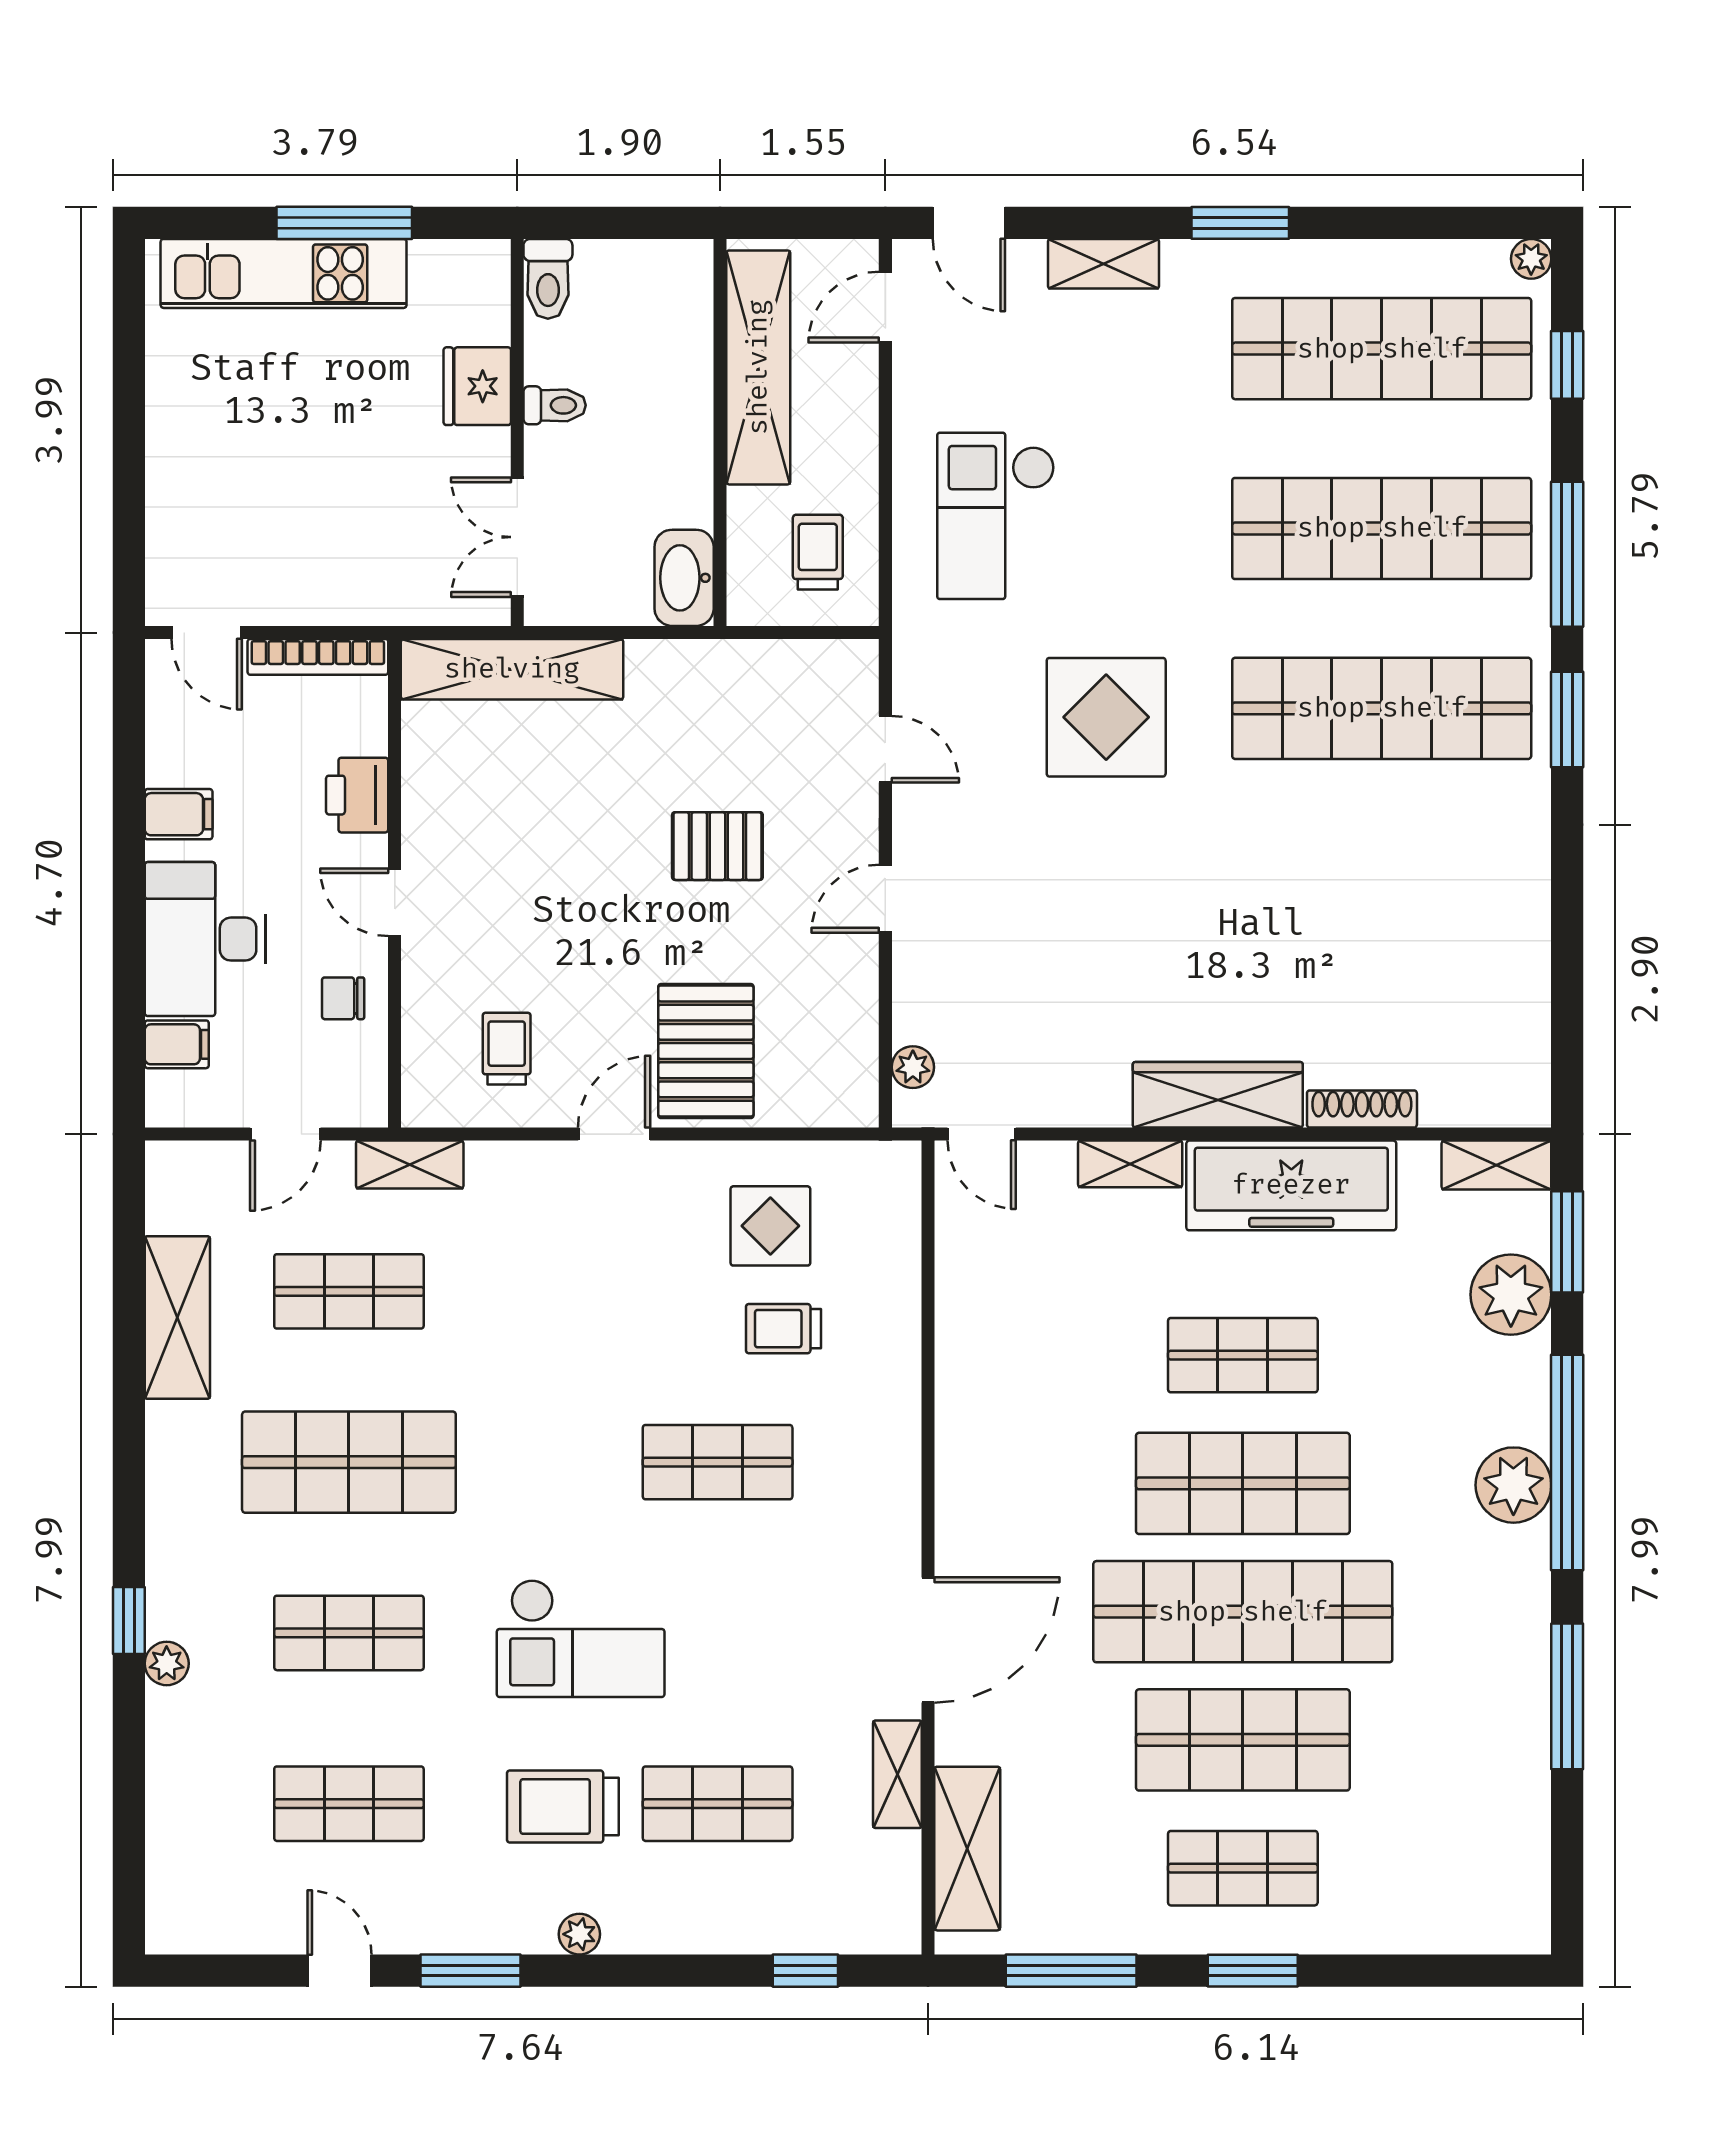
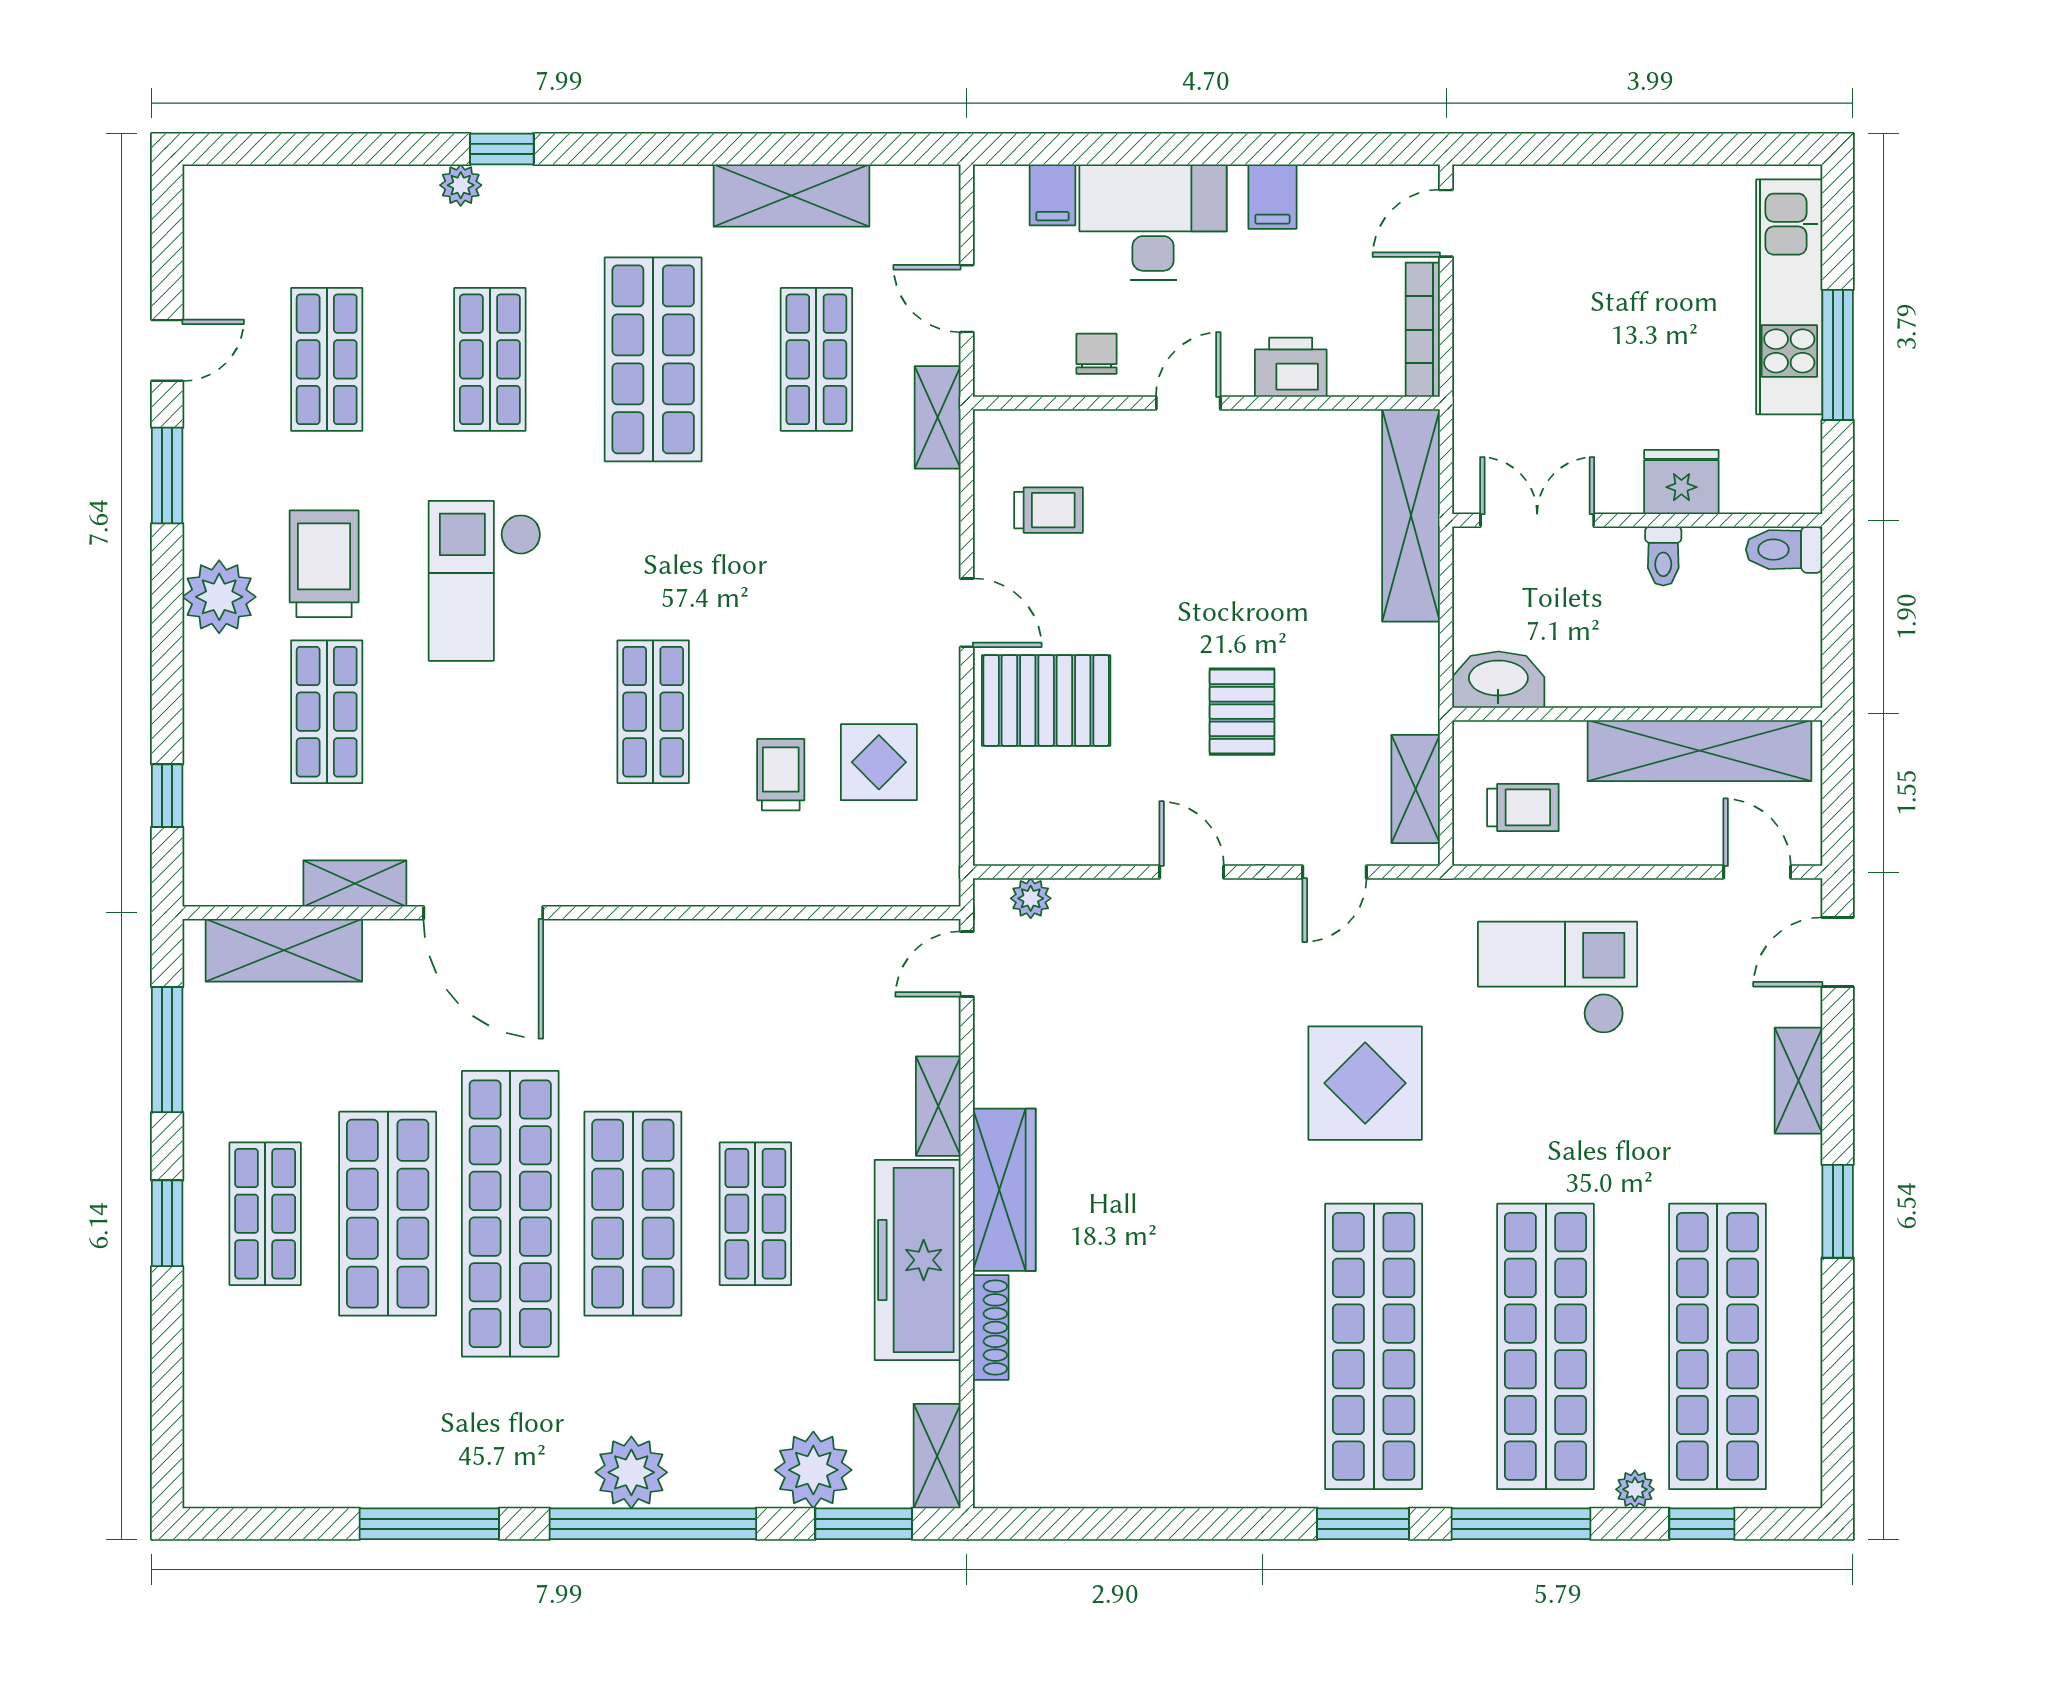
plant: (1531, 259) -> (1635, 1489), moved
shelving: (798, 664) -> (1416, 789), added
plant: (579, 1934) -> (219, 597), width x1.88, depth x1.88

